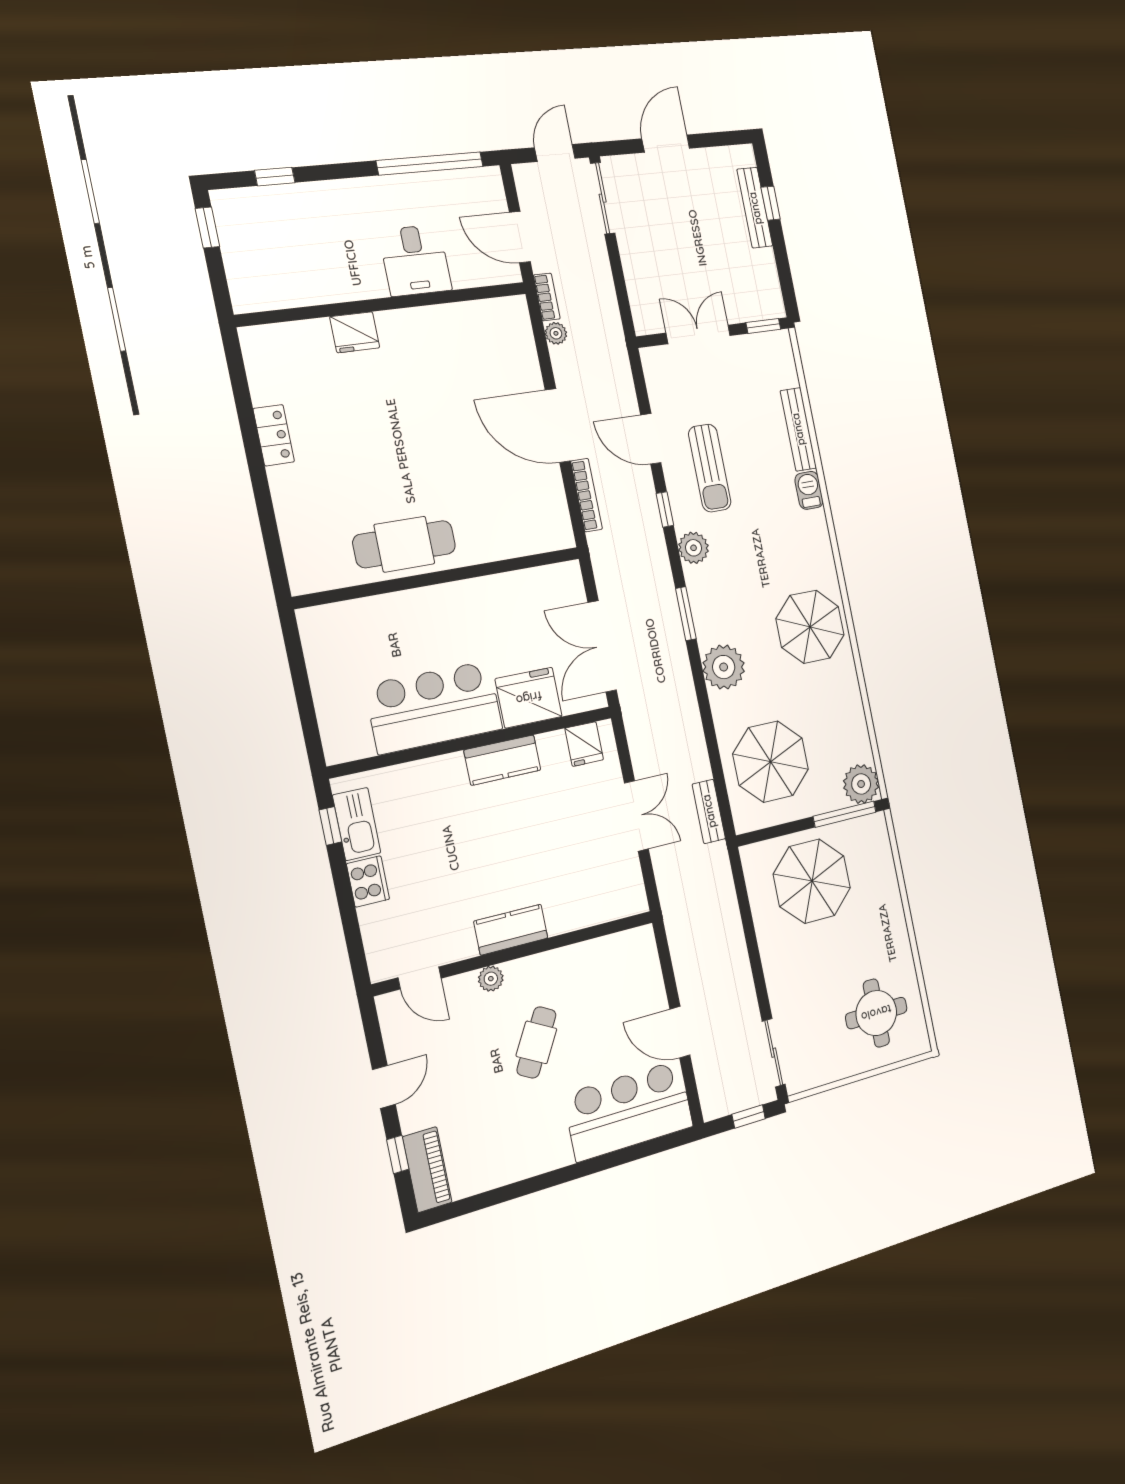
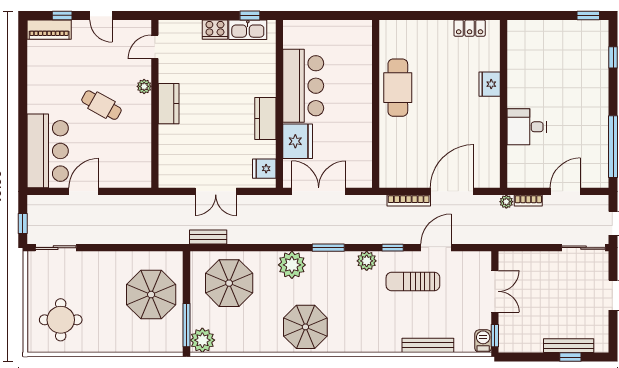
desk: (415, 260) -> (527, 127), moved
wall: (384, 304) -> (504, 104), moved
fridge: (355, 332) -> (490, 84), moved
barbecue: (809, 490) -> (483, 341), moved, turned -90

